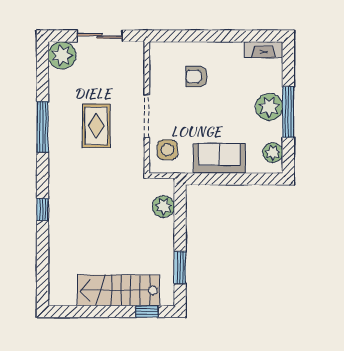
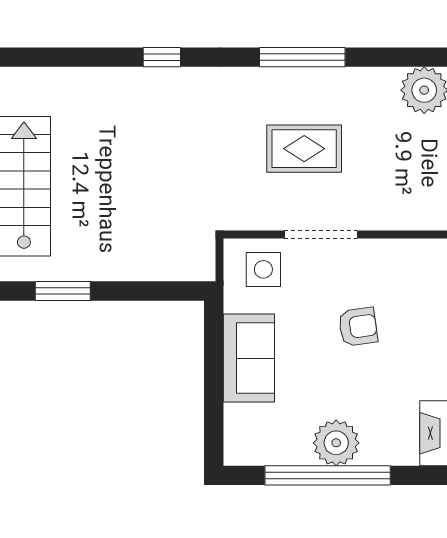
armchair: (197, 77) -> (358, 327), moved, turned 82
window: (288, 112) -> (328, 475), width x1.46
plant: (273, 153) -> (259, 449), removed
plant: (163, 207) -> (167, 263), removed

